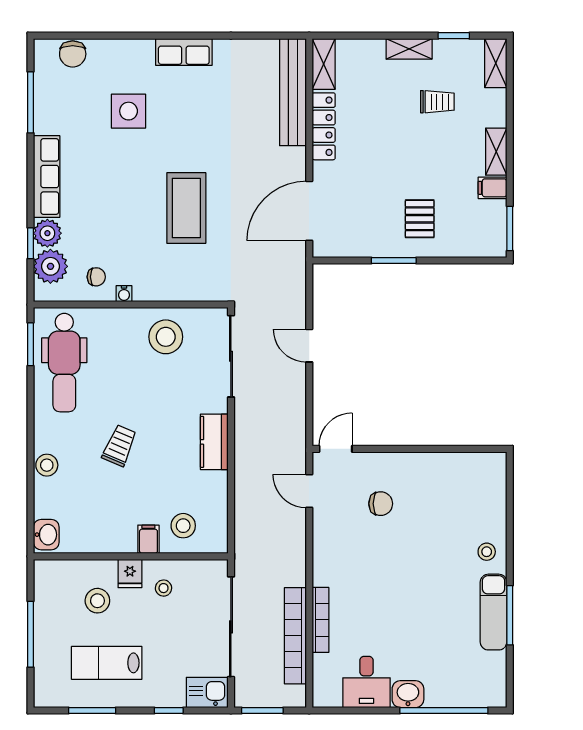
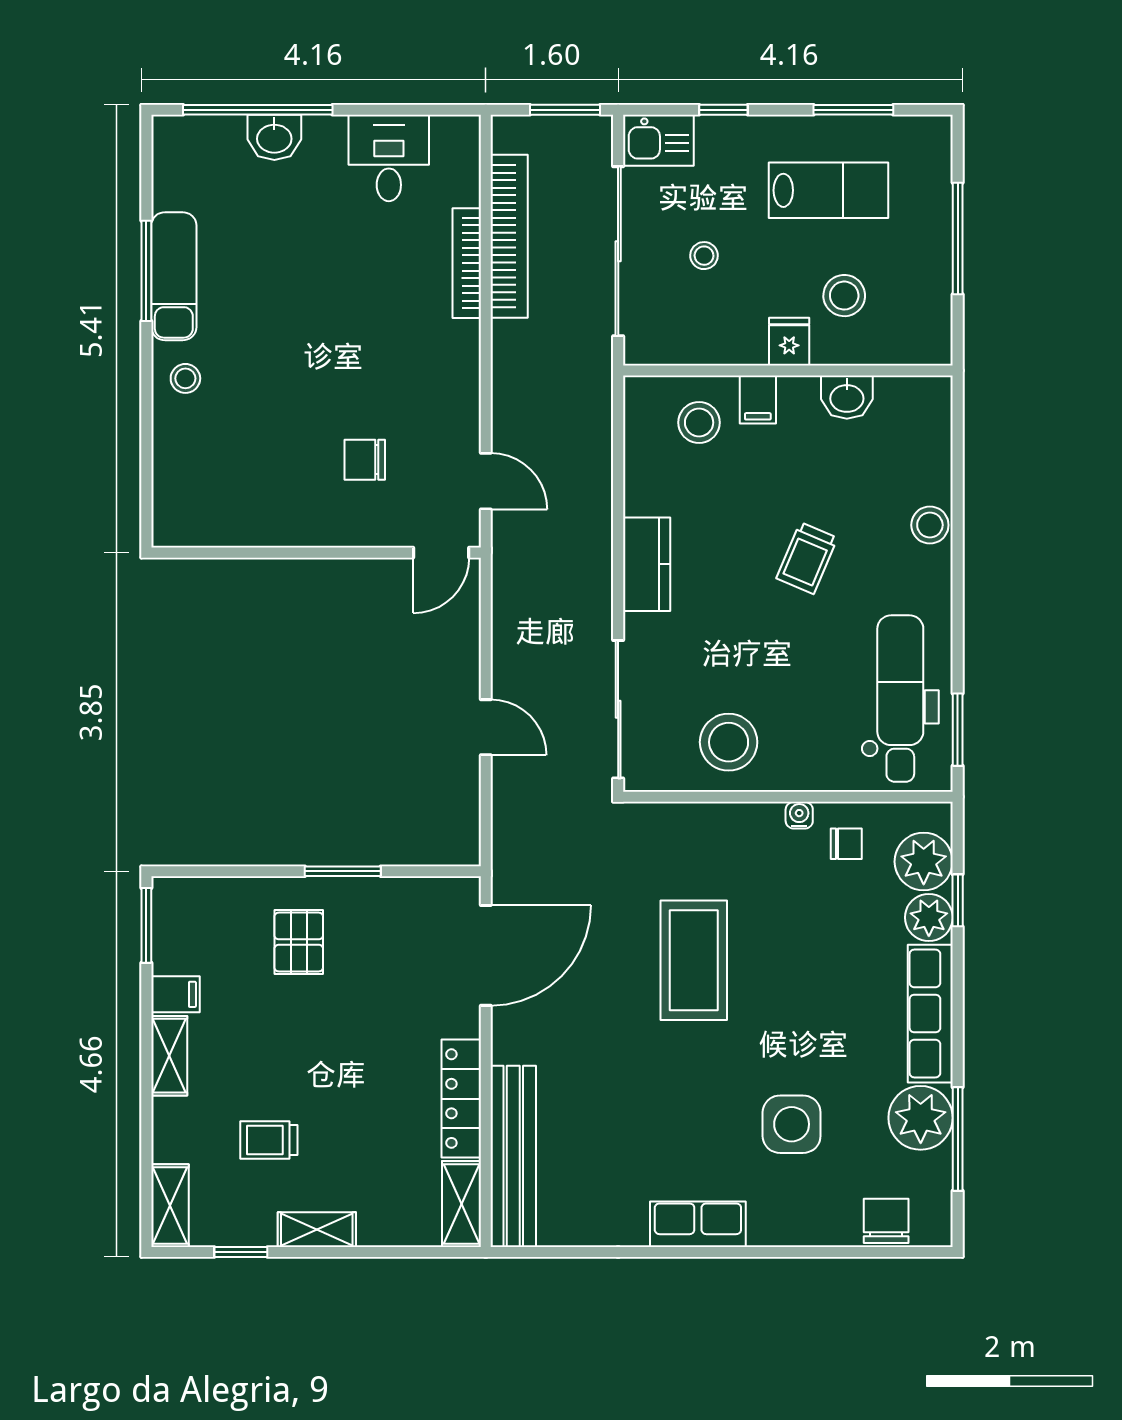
plant: (52, 115) -> (921, 1118), added
chair: (96, 277) -> (846, 844), turned 180
washbasin: (46, 535) -> (847, 397), moved, turned -90
stool: (164, 588) -> (704, 256), moved
washbasin: (408, 694) -> (274, 137), moved

